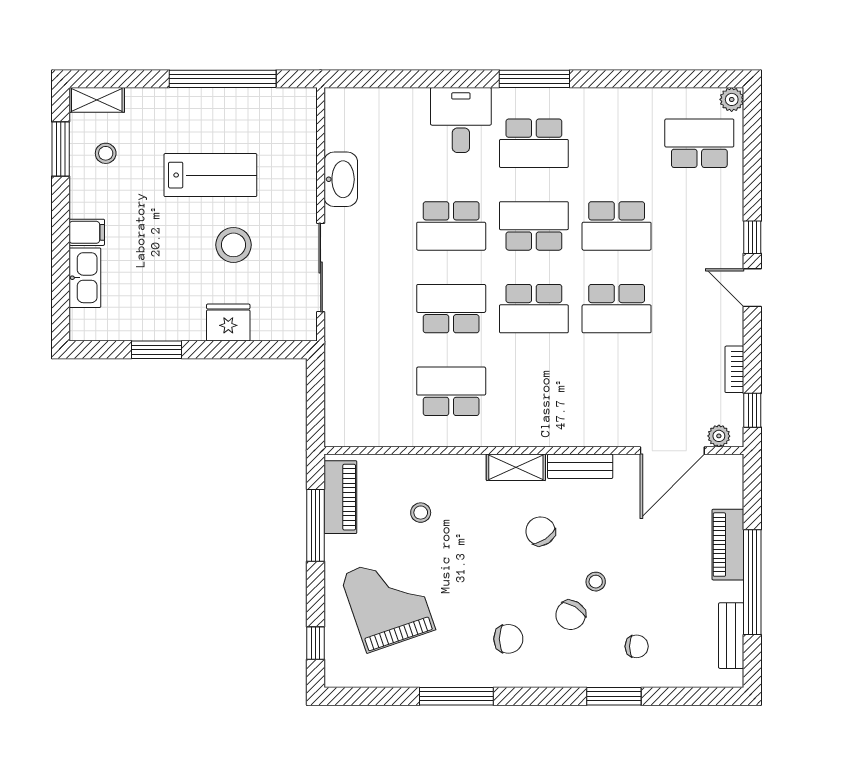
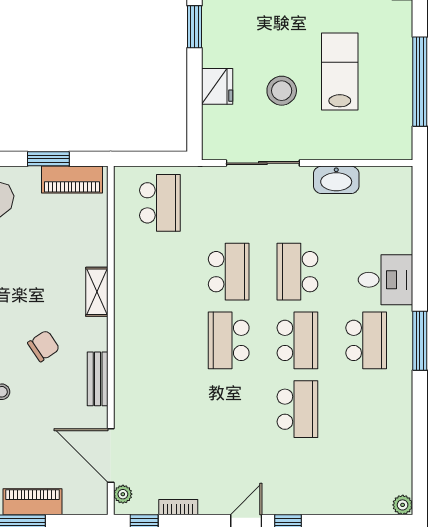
school desk: (534, 143) -> (366, 340), turned 180
school desk: (699, 143) -> (366, 478), removed
lab bench: (210, 175) -> (340, 71), turned 180
school desk: (617, 226) -> (297, 409), turned 180
school desk: (617, 309) -> (229, 409), removed
school desk: (451, 391) -> (160, 203), moved
shelving: (516, 467) -> (97, 292), moved
stool: (421, 513) -> (59, 246), removed
window: (315, 525) -> (48, 159), width x0.69

